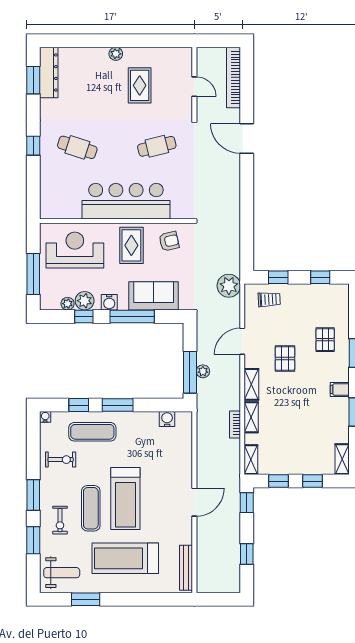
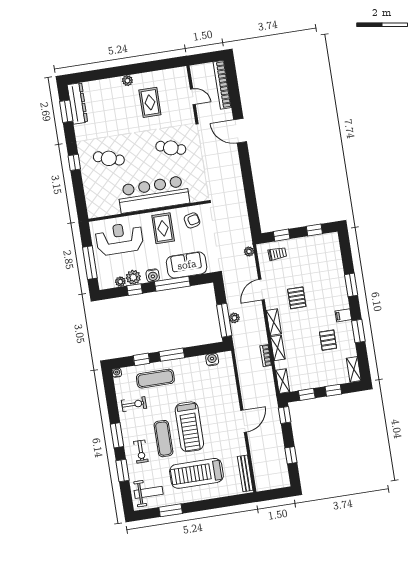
cafe table: (157, 146) -> (171, 148), turned 32
plant: (229, 286) -> (249, 251), width x0.53, depth x0.53
pallet: (325, 340) -> (328, 340), moved

